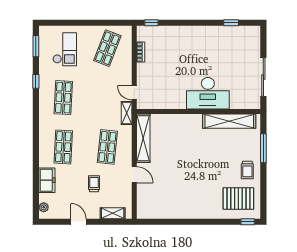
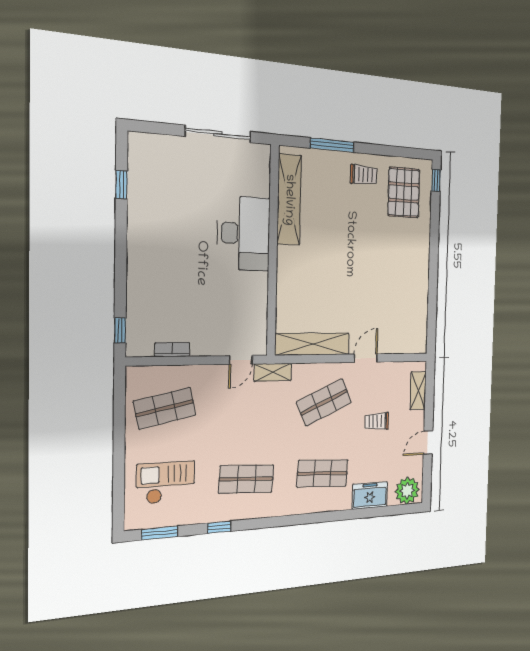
shop shelf: (107, 48) -> (165, 408), turned -33
shop shelf: (107, 147) -> (324, 402), turned -30
plant: (44, 207) -> (407, 491), width x1.88, depth x1.88

